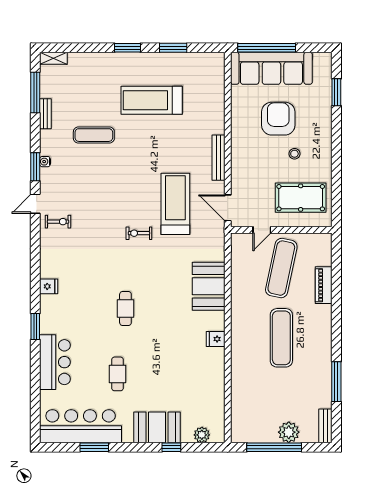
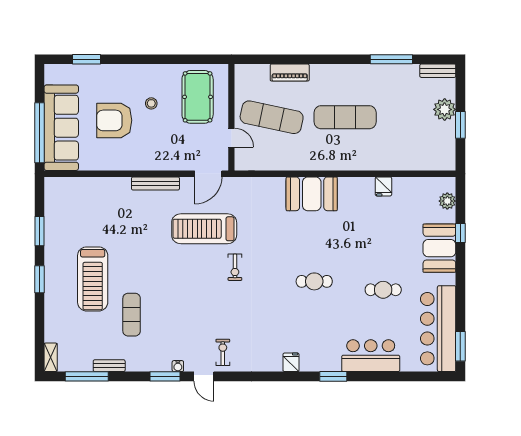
treadmill: (152, 100) -> (93, 279), moved
water cooler: (45, 162) -> (178, 366), moved
booth: (209, 286) -> (312, 194), moved
fridge: (216, 339) -> (383, 186), moved
window: (94, 447) -> (460, 346), moved
window: (274, 447) -> (460, 125), width x0.47

